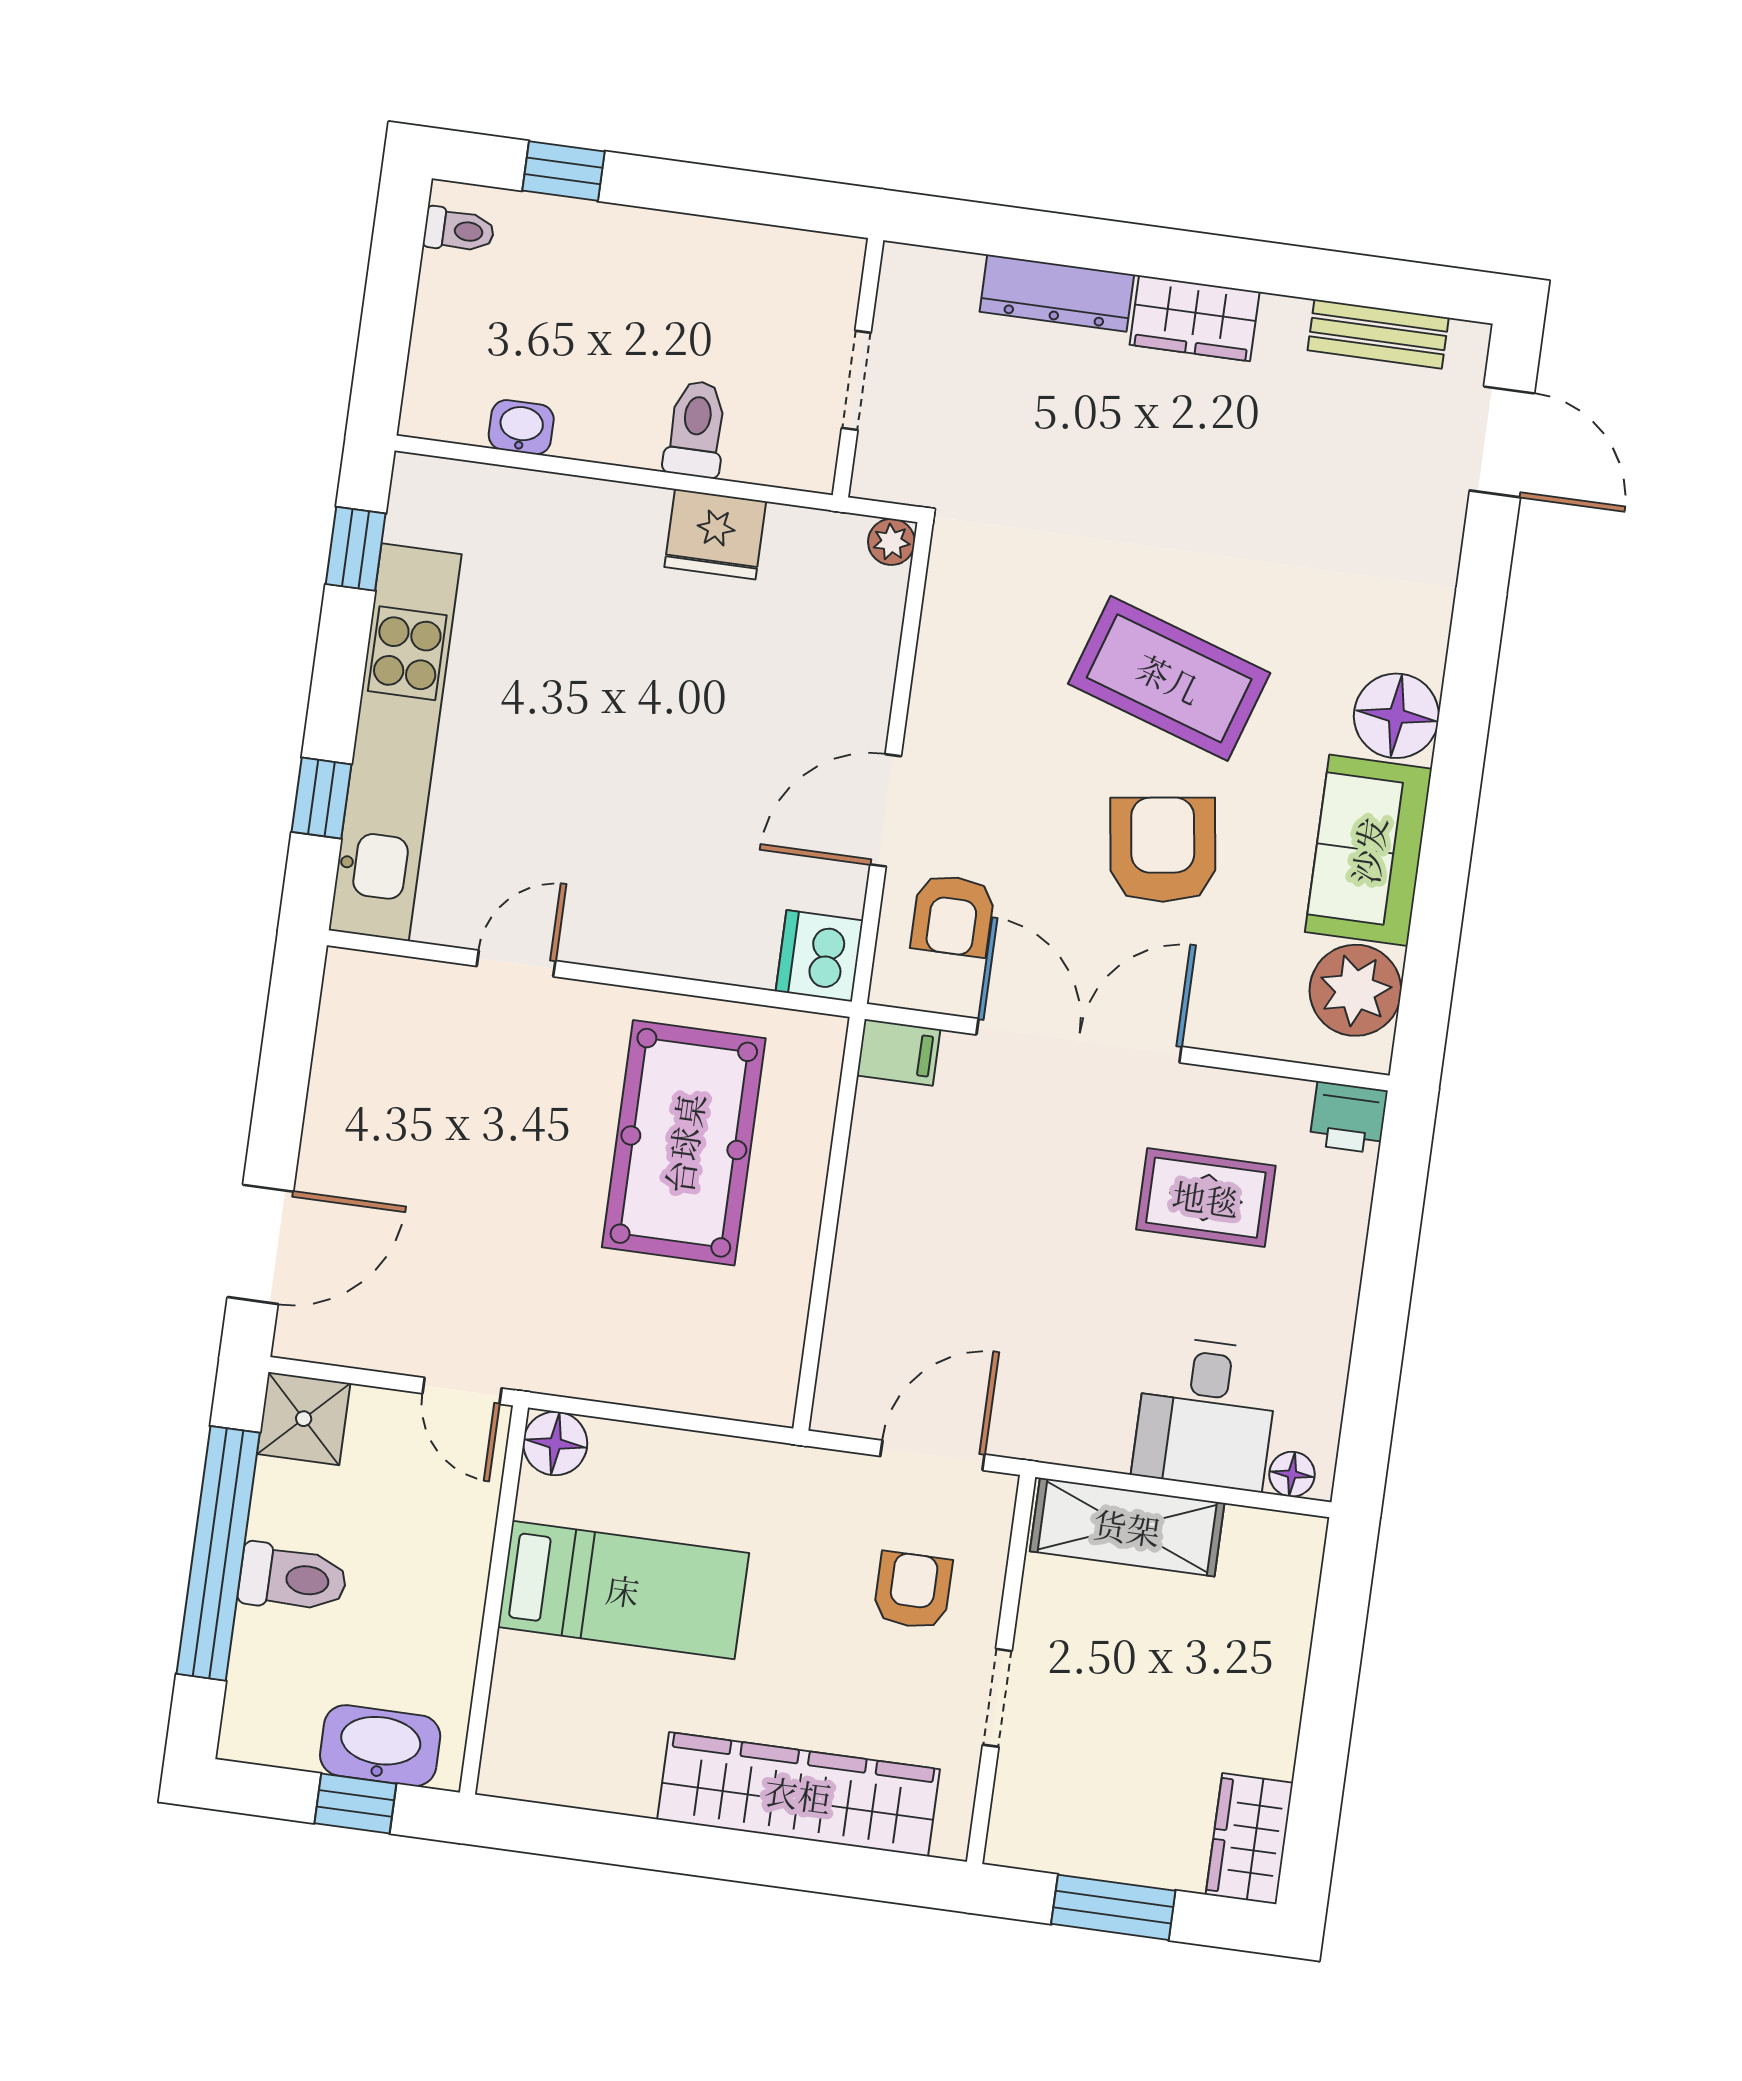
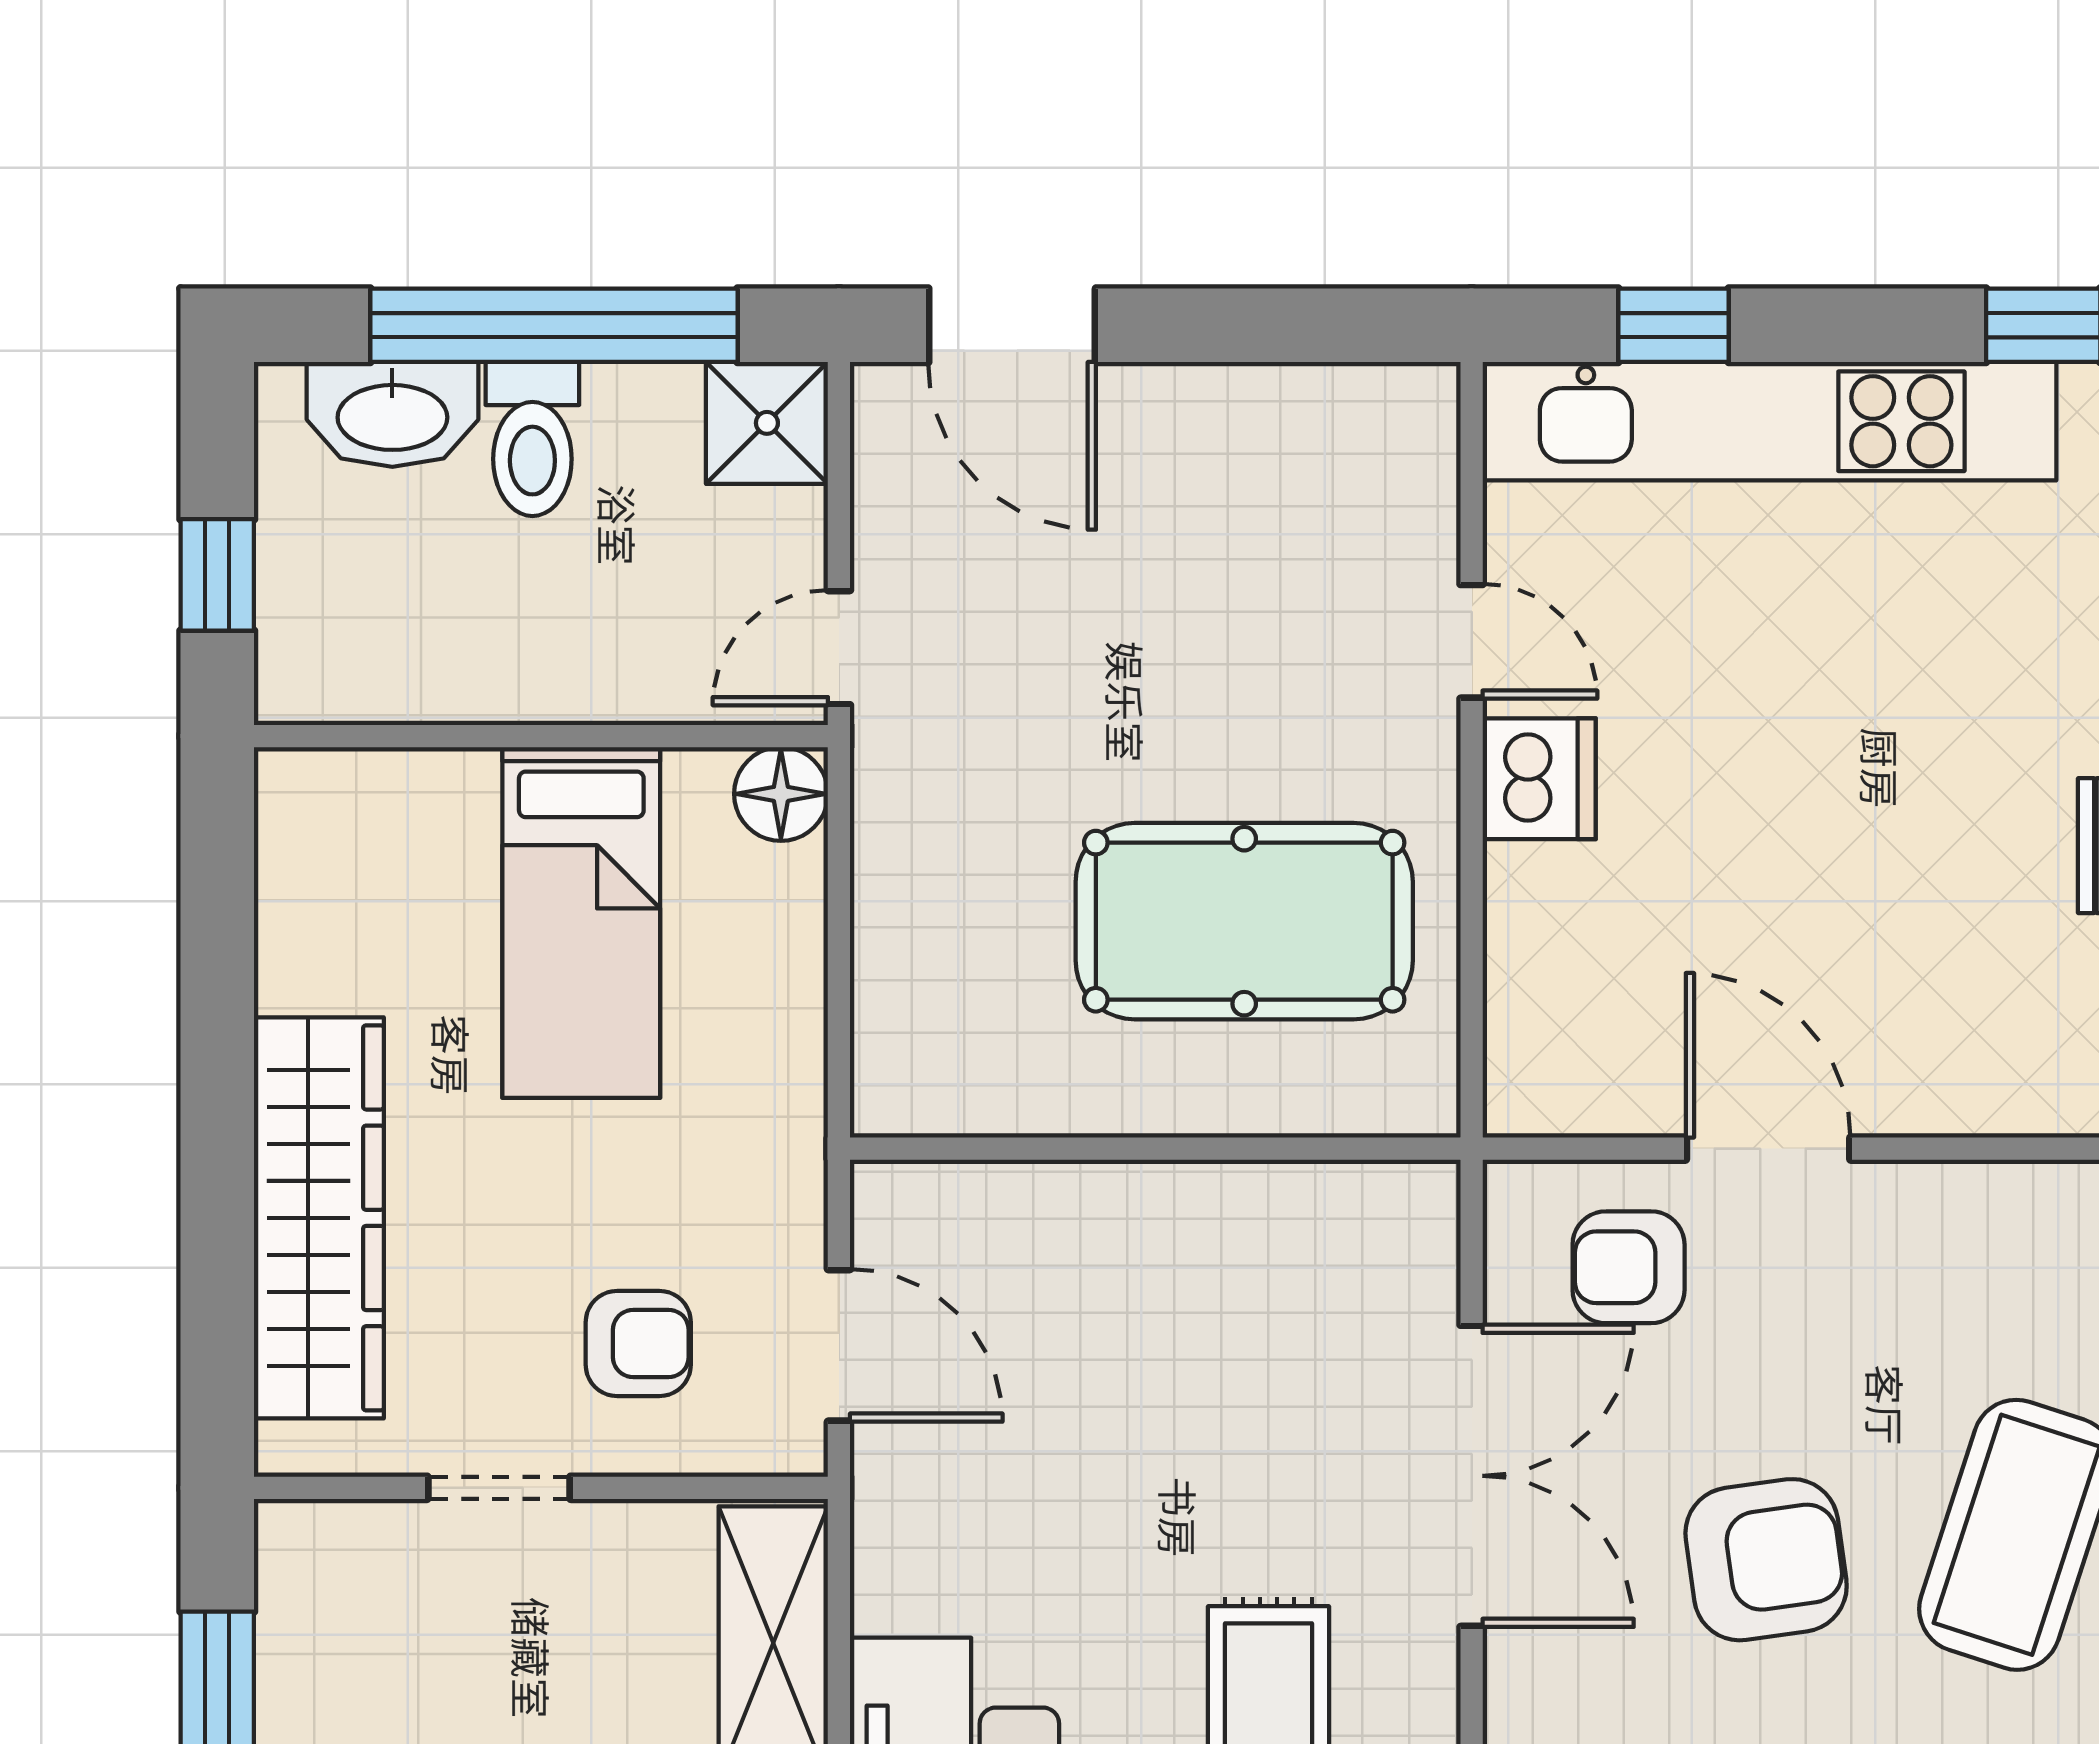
dishwasher: (819, 956) -> (1539, 779), moved, turned 90
filing cabinet: (899, 1052) -> (1419, 1216), removed
washbasin: (380, 1746) -> (392, 414), moved, turned 90

